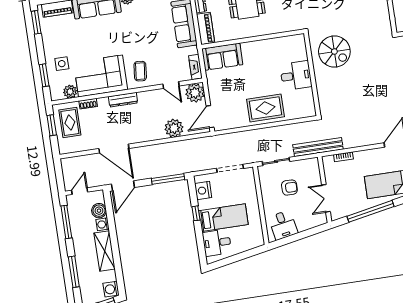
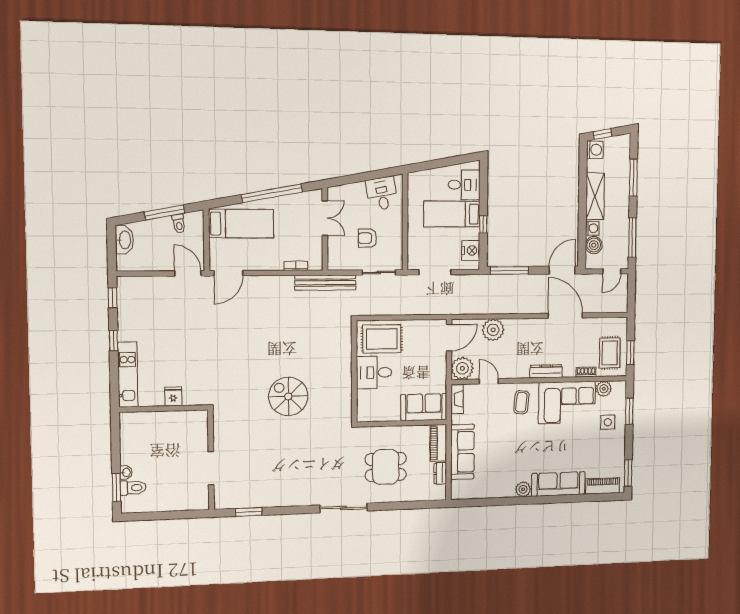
wall: (312, 74) -> (354, 372), moved
desk: (296, 76) -> (374, 372), moved

